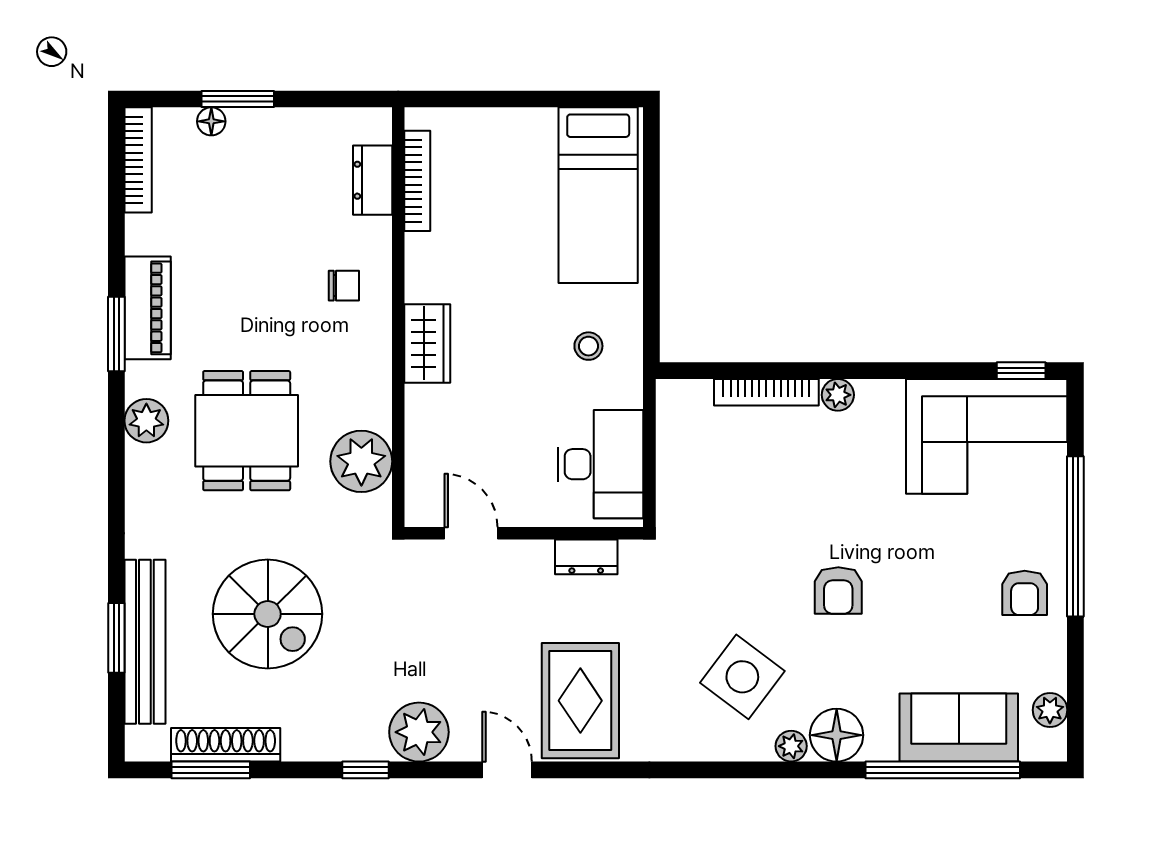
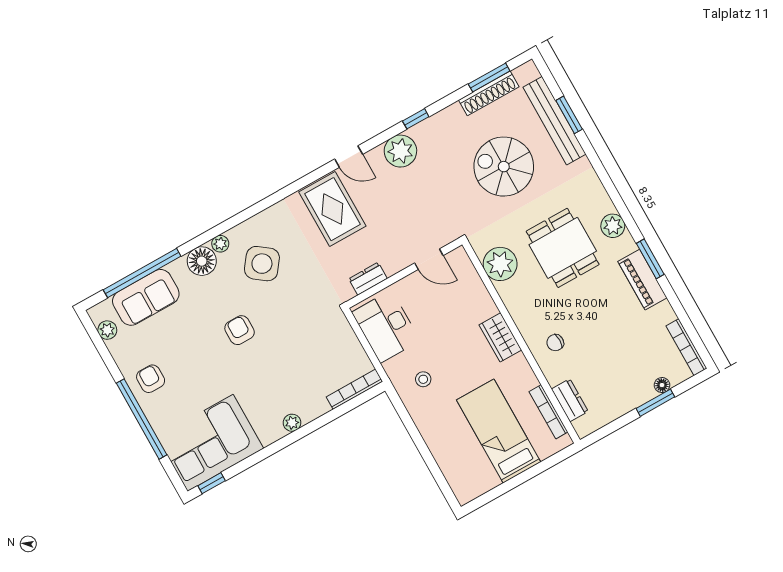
bed: (598, 195) -> (499, 431), moved
bookcase: (766, 392) -> (354, 389), moved

